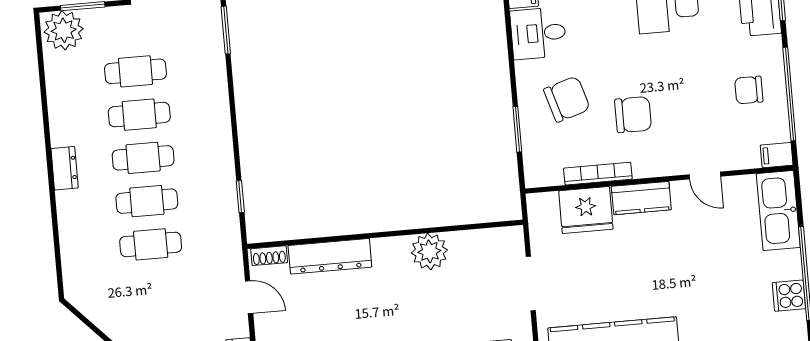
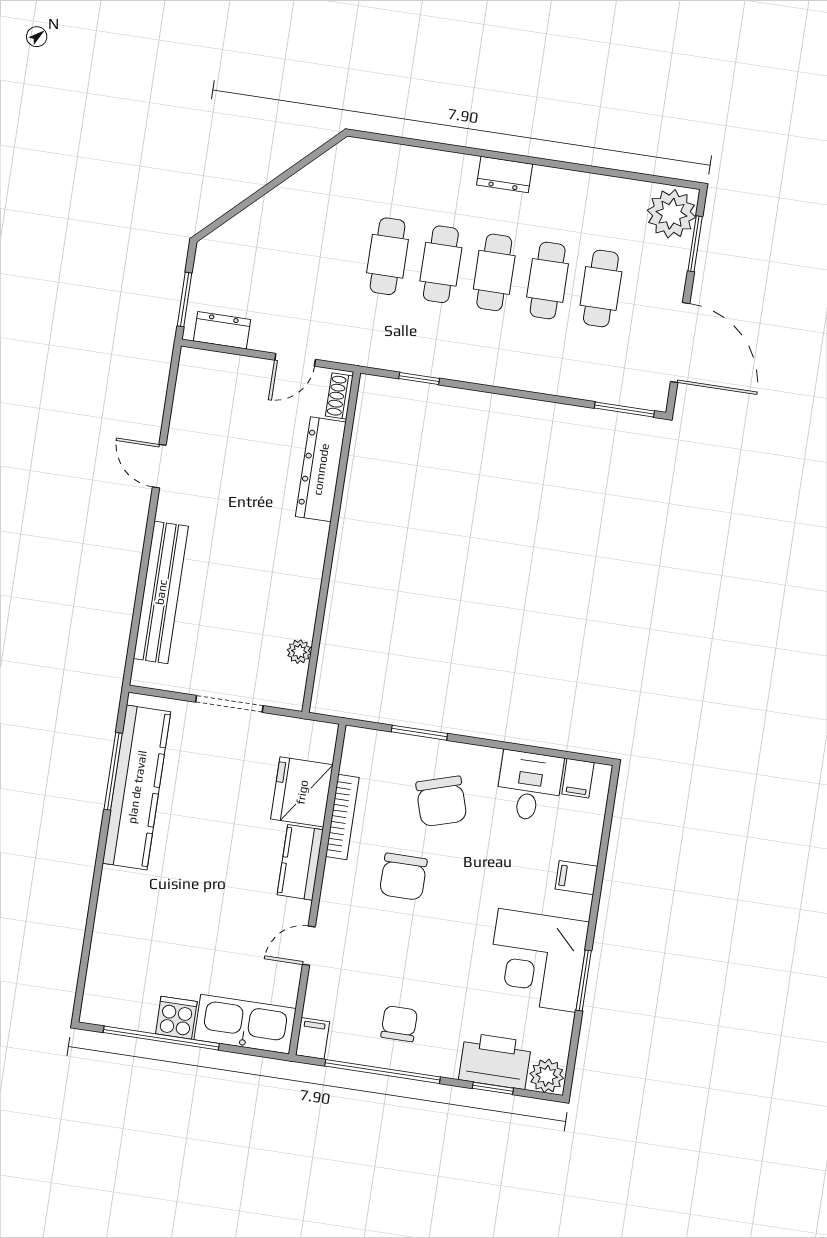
plant: (429, 251) -> (299, 652), moved, width x0.53, depth x0.53
cooker: (789, 296) -> (176, 1018), moved

